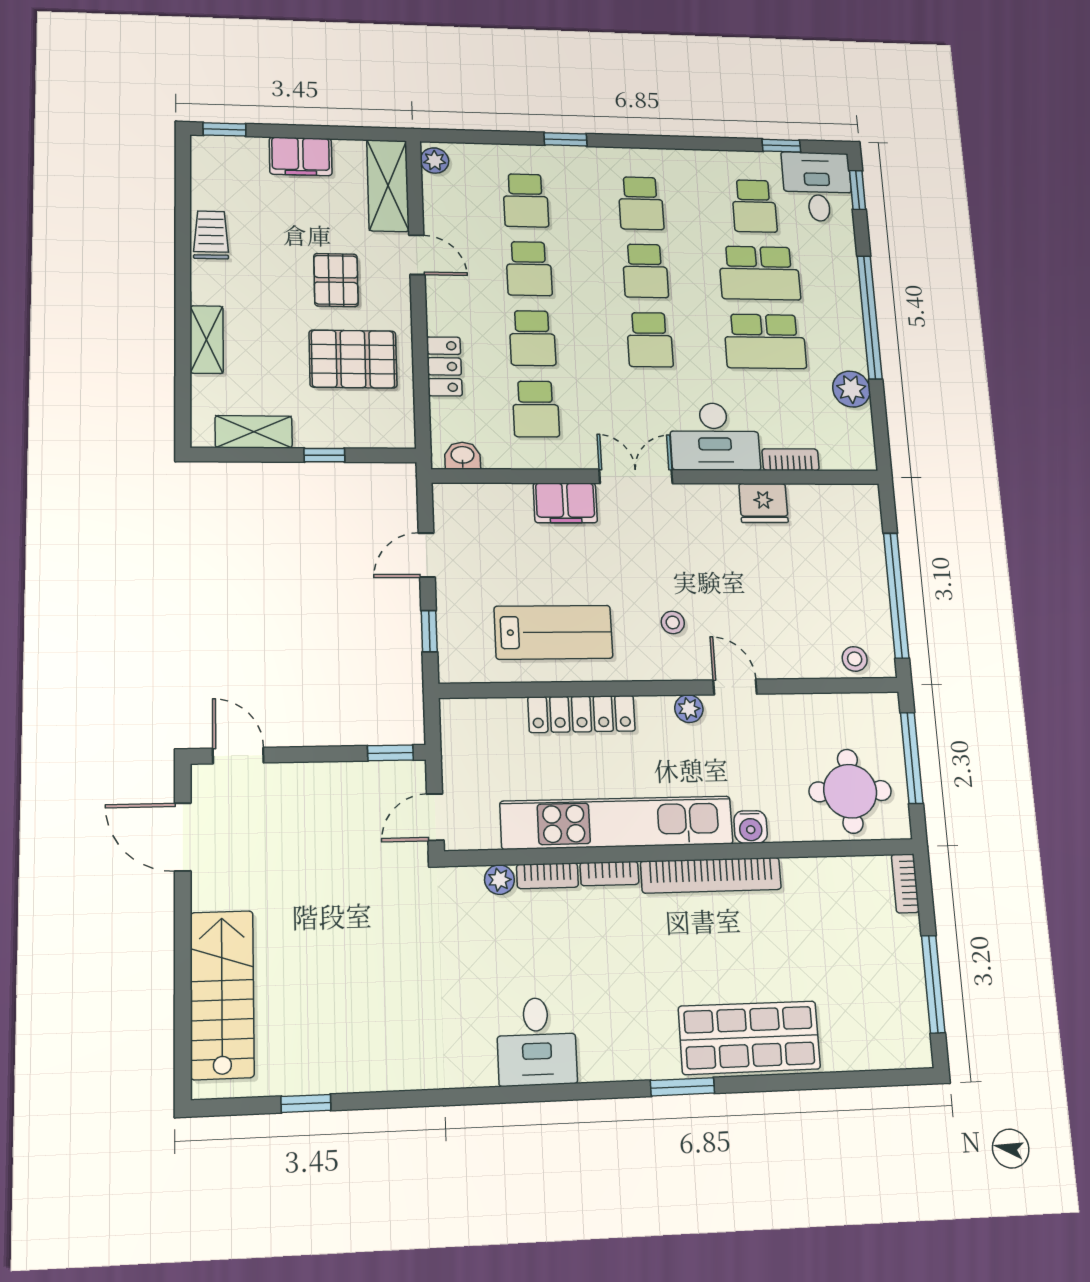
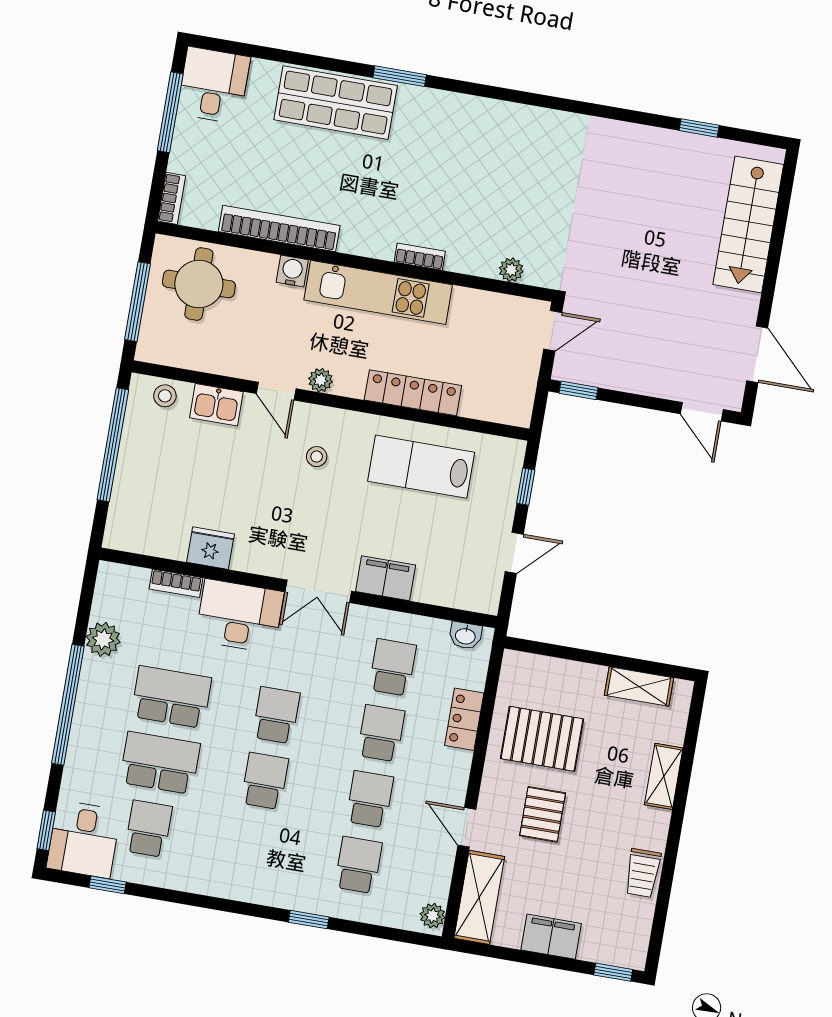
school desk: (641, 203) -> (253, 847), removed
window: (324, 455) -> (583, 656), removed
kitchen sink: (797, 659) -> (216, 405), added
kitchen unit: (617, 823) -> (378, 292), width x0.73
bookcase: (711, 875) -> (279, 229), moved
bookcase: (547, 876) -> (471, 265), removed
desk: (537, 1041) -> (213, 85), moved

